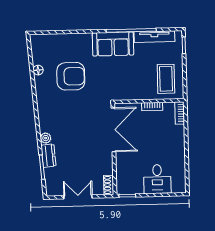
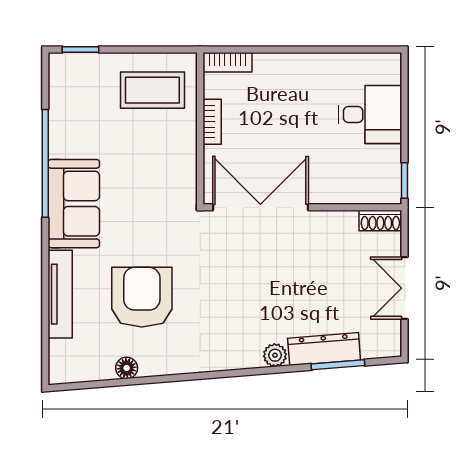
tv unit: (154, 37) -> (60, 294), moved
dresser: (48, 156) -> (324, 349), width x1.44

